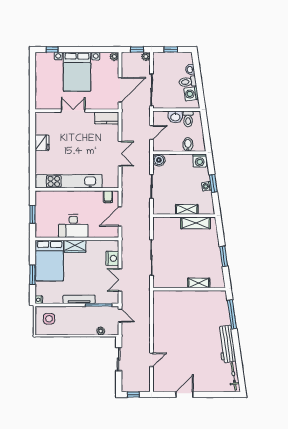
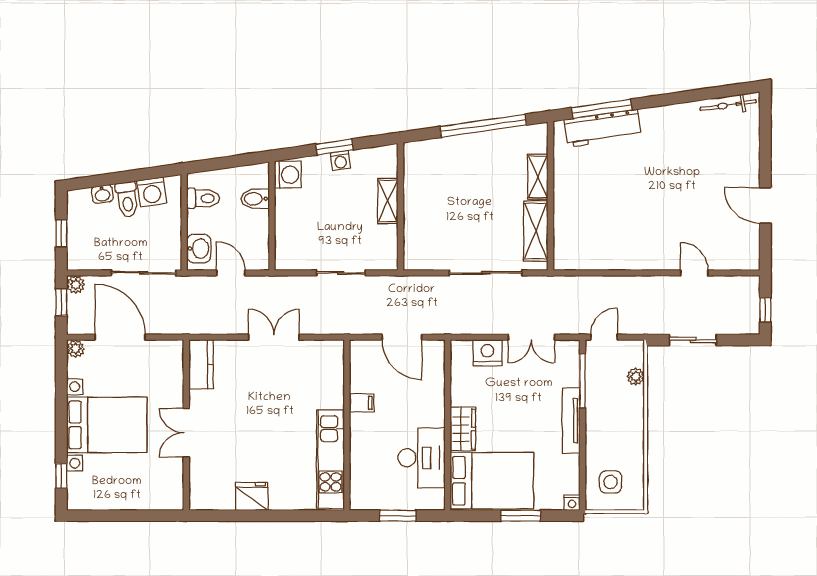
door: (120, 90) -> (120, 337), moved
washbasin: (175, 117) -> (199, 249), moved
boiler: (159, 160) -> (287, 258), removed
kitchen unit: (69, 181) -> (330, 459), width x0.73
filing cabinet: (108, 197) -> (362, 403), moved
shelving: (196, 223) -> (536, 231), moved
desk: (73, 226) -> (421, 458), moved
window: (224, 256) -> (483, 126), width x2.11
workbench: (227, 344) -> (603, 128), moved

